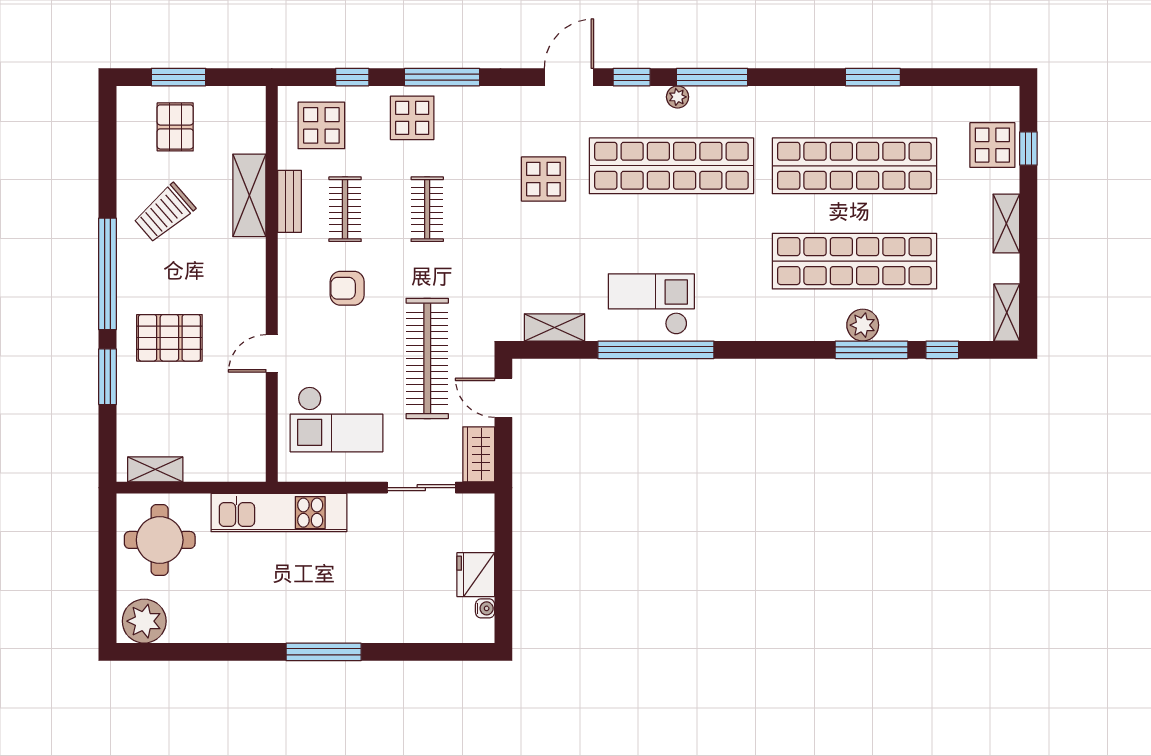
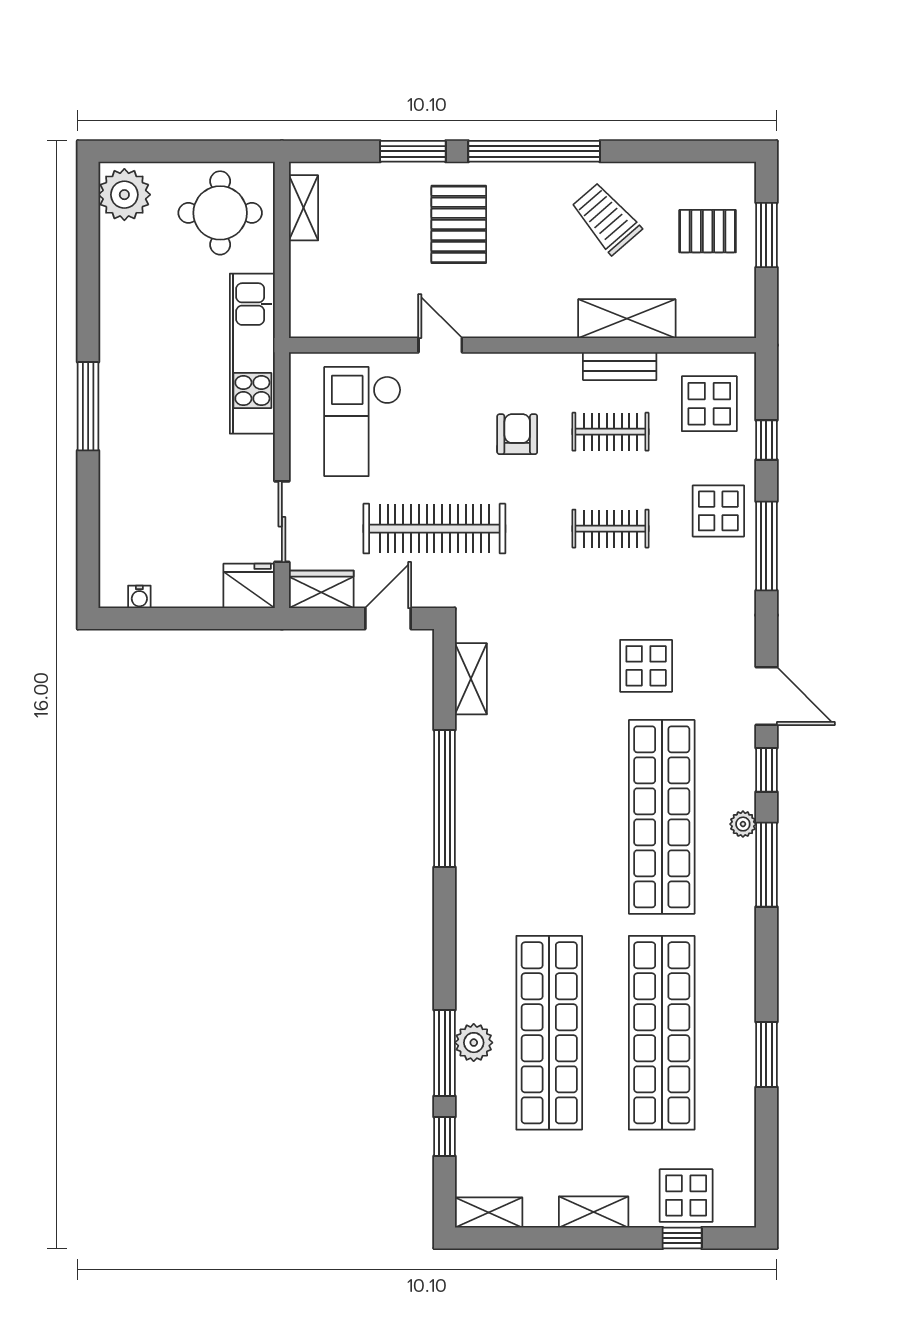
checkout: (651, 304) -> (499, 793), removed
fridge: (476, 575) -> (249, 586), moved

